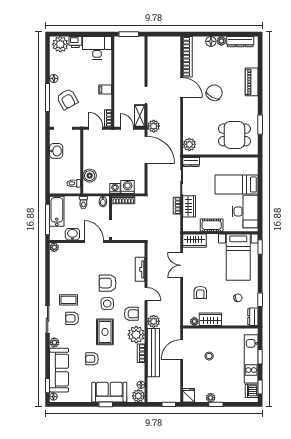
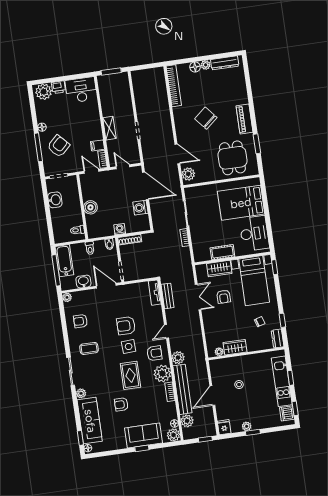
piano: (252, 82) -> (245, 119), moved
door: (182, 87) -> (177, 154), moved
filing cabinet: (105, 89) -> (97, 145), moved
chair: (214, 93) -> (206, 118), turned -68
armchair: (67, 99) -> (59, 146), turned -105
shelving: (140, 116) -> (109, 128), moved
plant: (154, 126) -> (187, 421), moved
dining table: (234, 135) -> (232, 158), turned 90
dresser: (191, 162) -> (193, 191), removed
boiler: (90, 176) -> (90, 207), moved
bed: (237, 185) -> (241, 203), width x1.50
washing machine: (128, 187) -> (140, 208), moved, turned -90
wardrobe: (189, 206) -> (197, 237), removed
wardrobe: (194, 241) -> (219, 269), moved
bench: (152, 260) -> (168, 296), added
double door: (182, 265) -> (198, 297), swing flipped
tv unit: (140, 269) -> (155, 293), moved
armchair: (200, 292) -> (224, 297), moved
door: (146, 294) -> (166, 331), swing flipped
armchair: (72, 318) -> (80, 321), moved
door: (182, 349) -> (212, 396), moved

